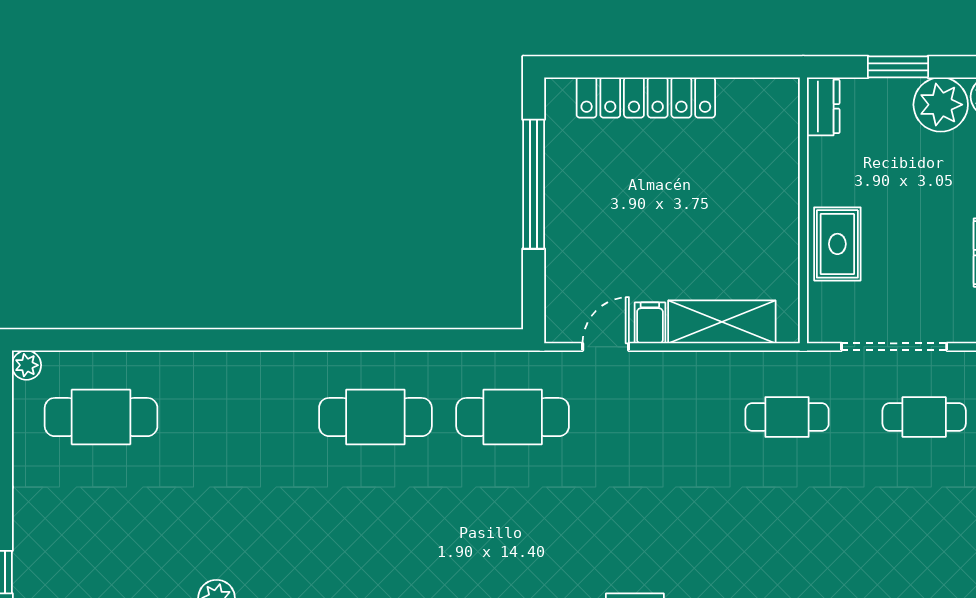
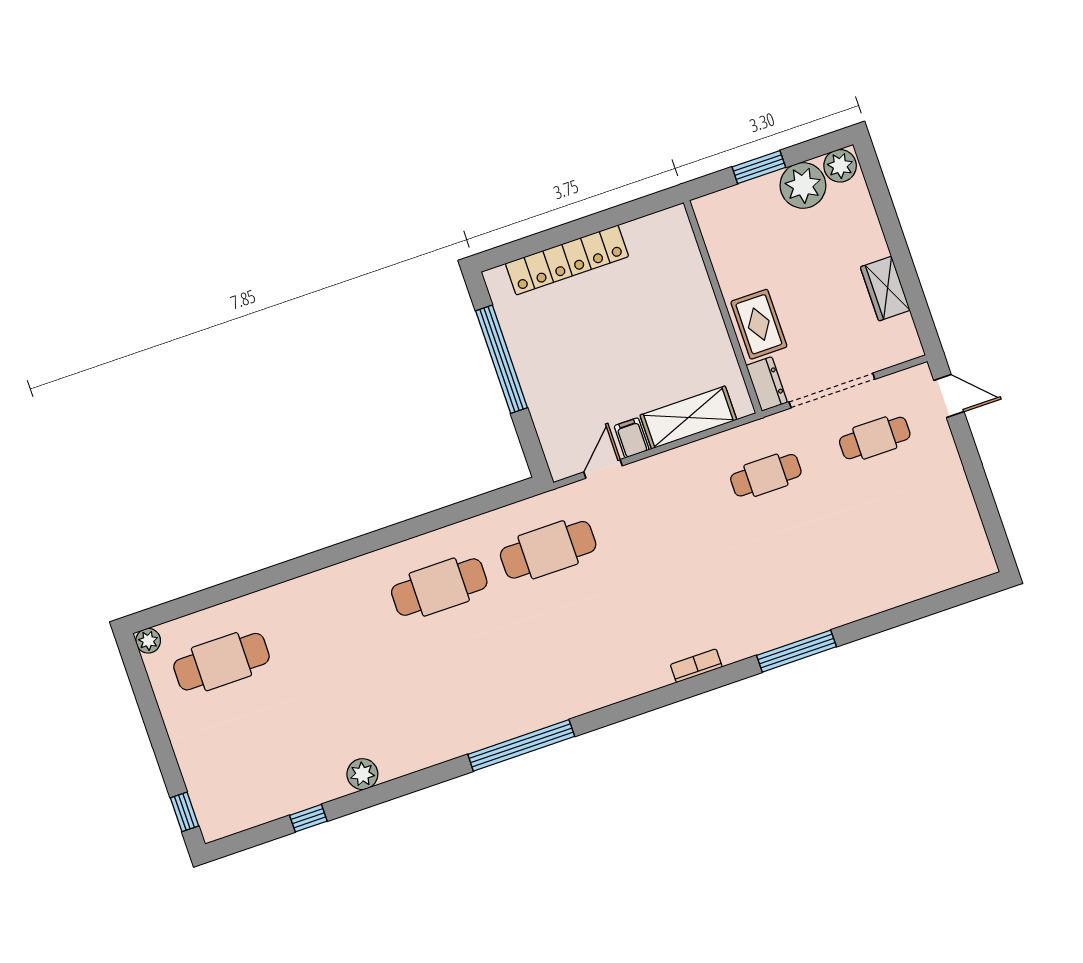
dresser: (823, 106) -> (767, 384), moved

